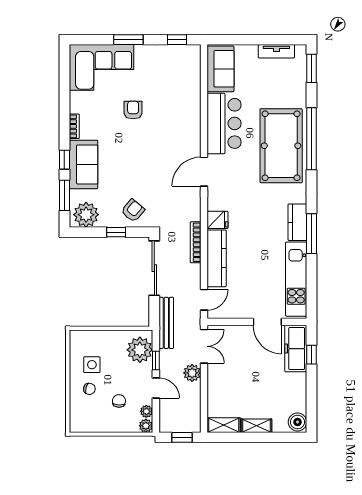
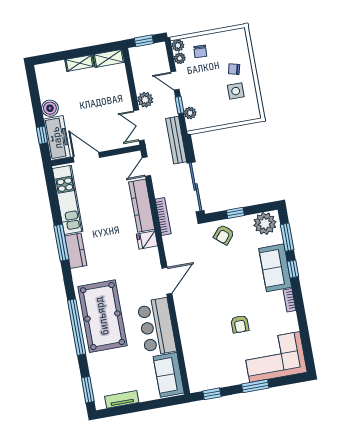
plant: (140, 350) -> (190, 113), width x0.53, depth x0.53
chair: (119, 401) -> (200, 51), moved
boiler: (298, 422) -> (50, 108), moved

